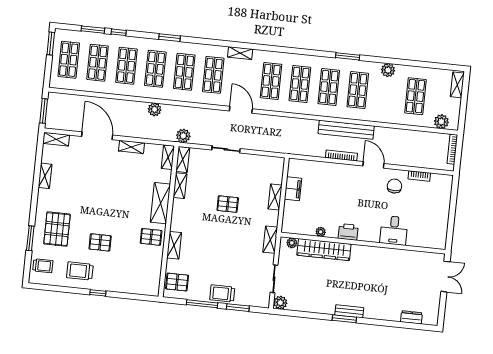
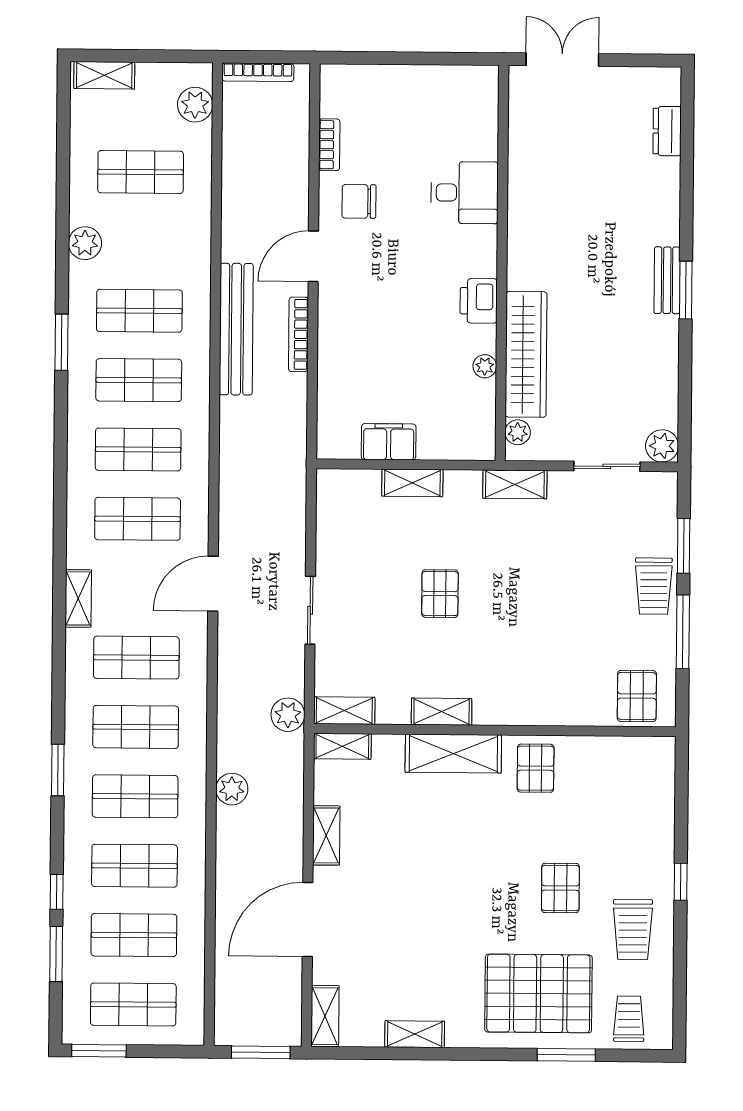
shelving: (180, 186) -> (442, 712), moved
pallet: (57, 229) -> (538, 993), width x1.37, depth x1.41
shelving: (174, 245) -> (550, 712), removed

